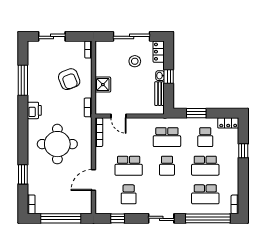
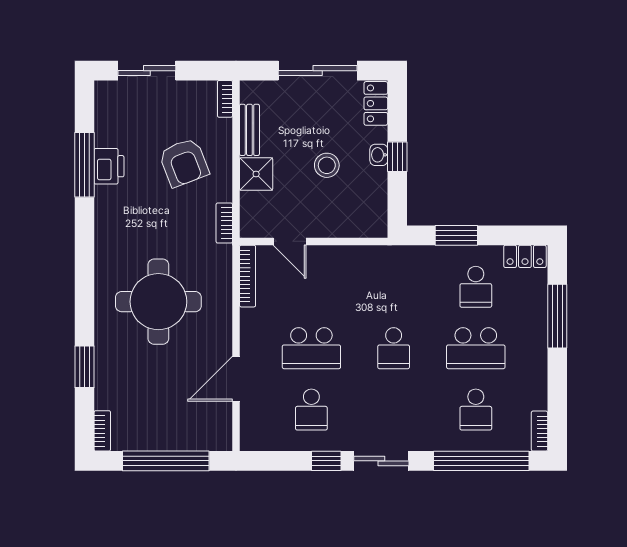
stool: (135, 61) -> (327, 165), moved
bench: (160, 94) -> (249, 130), moved
printer: (34, 110) -> (109, 166), moved
school desk: (167, 137) -> (394, 287), removed
window: (243, 151) -> (557, 316), width x2.17
school desk: (205, 194) -> (476, 410), width x0.54
window: (118, 218) -> (326, 461), moved

